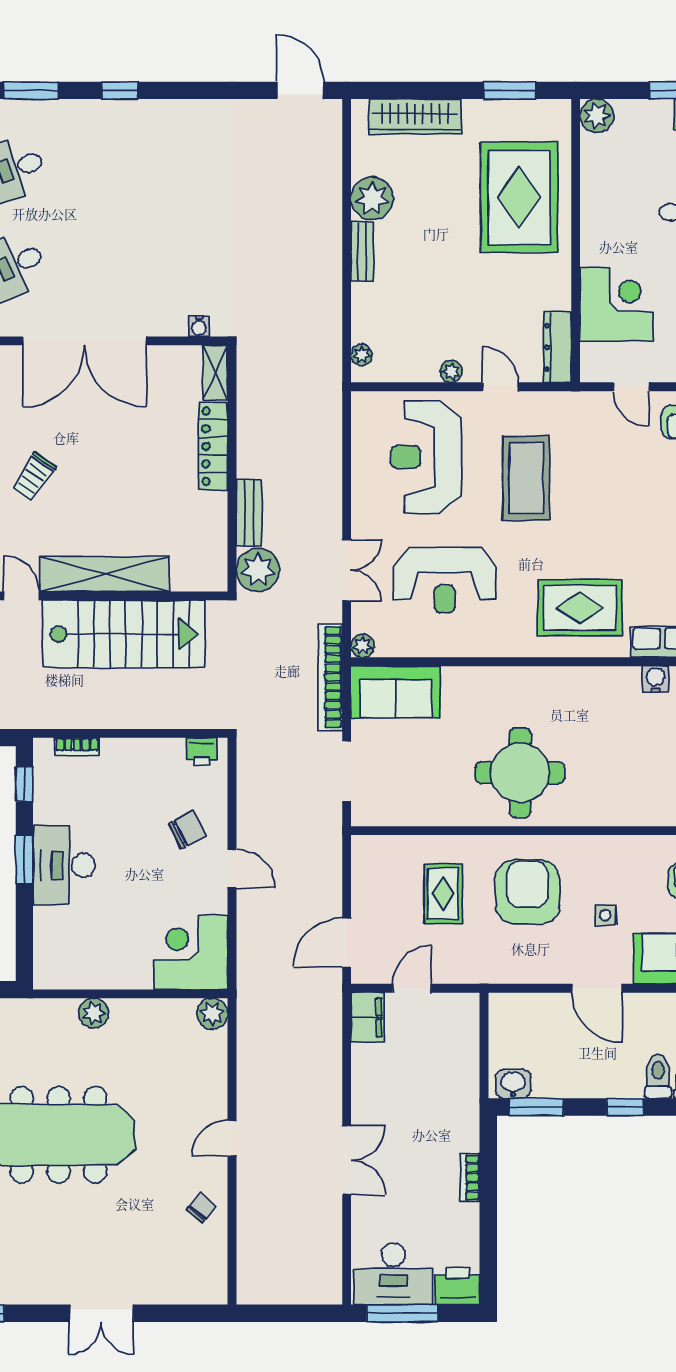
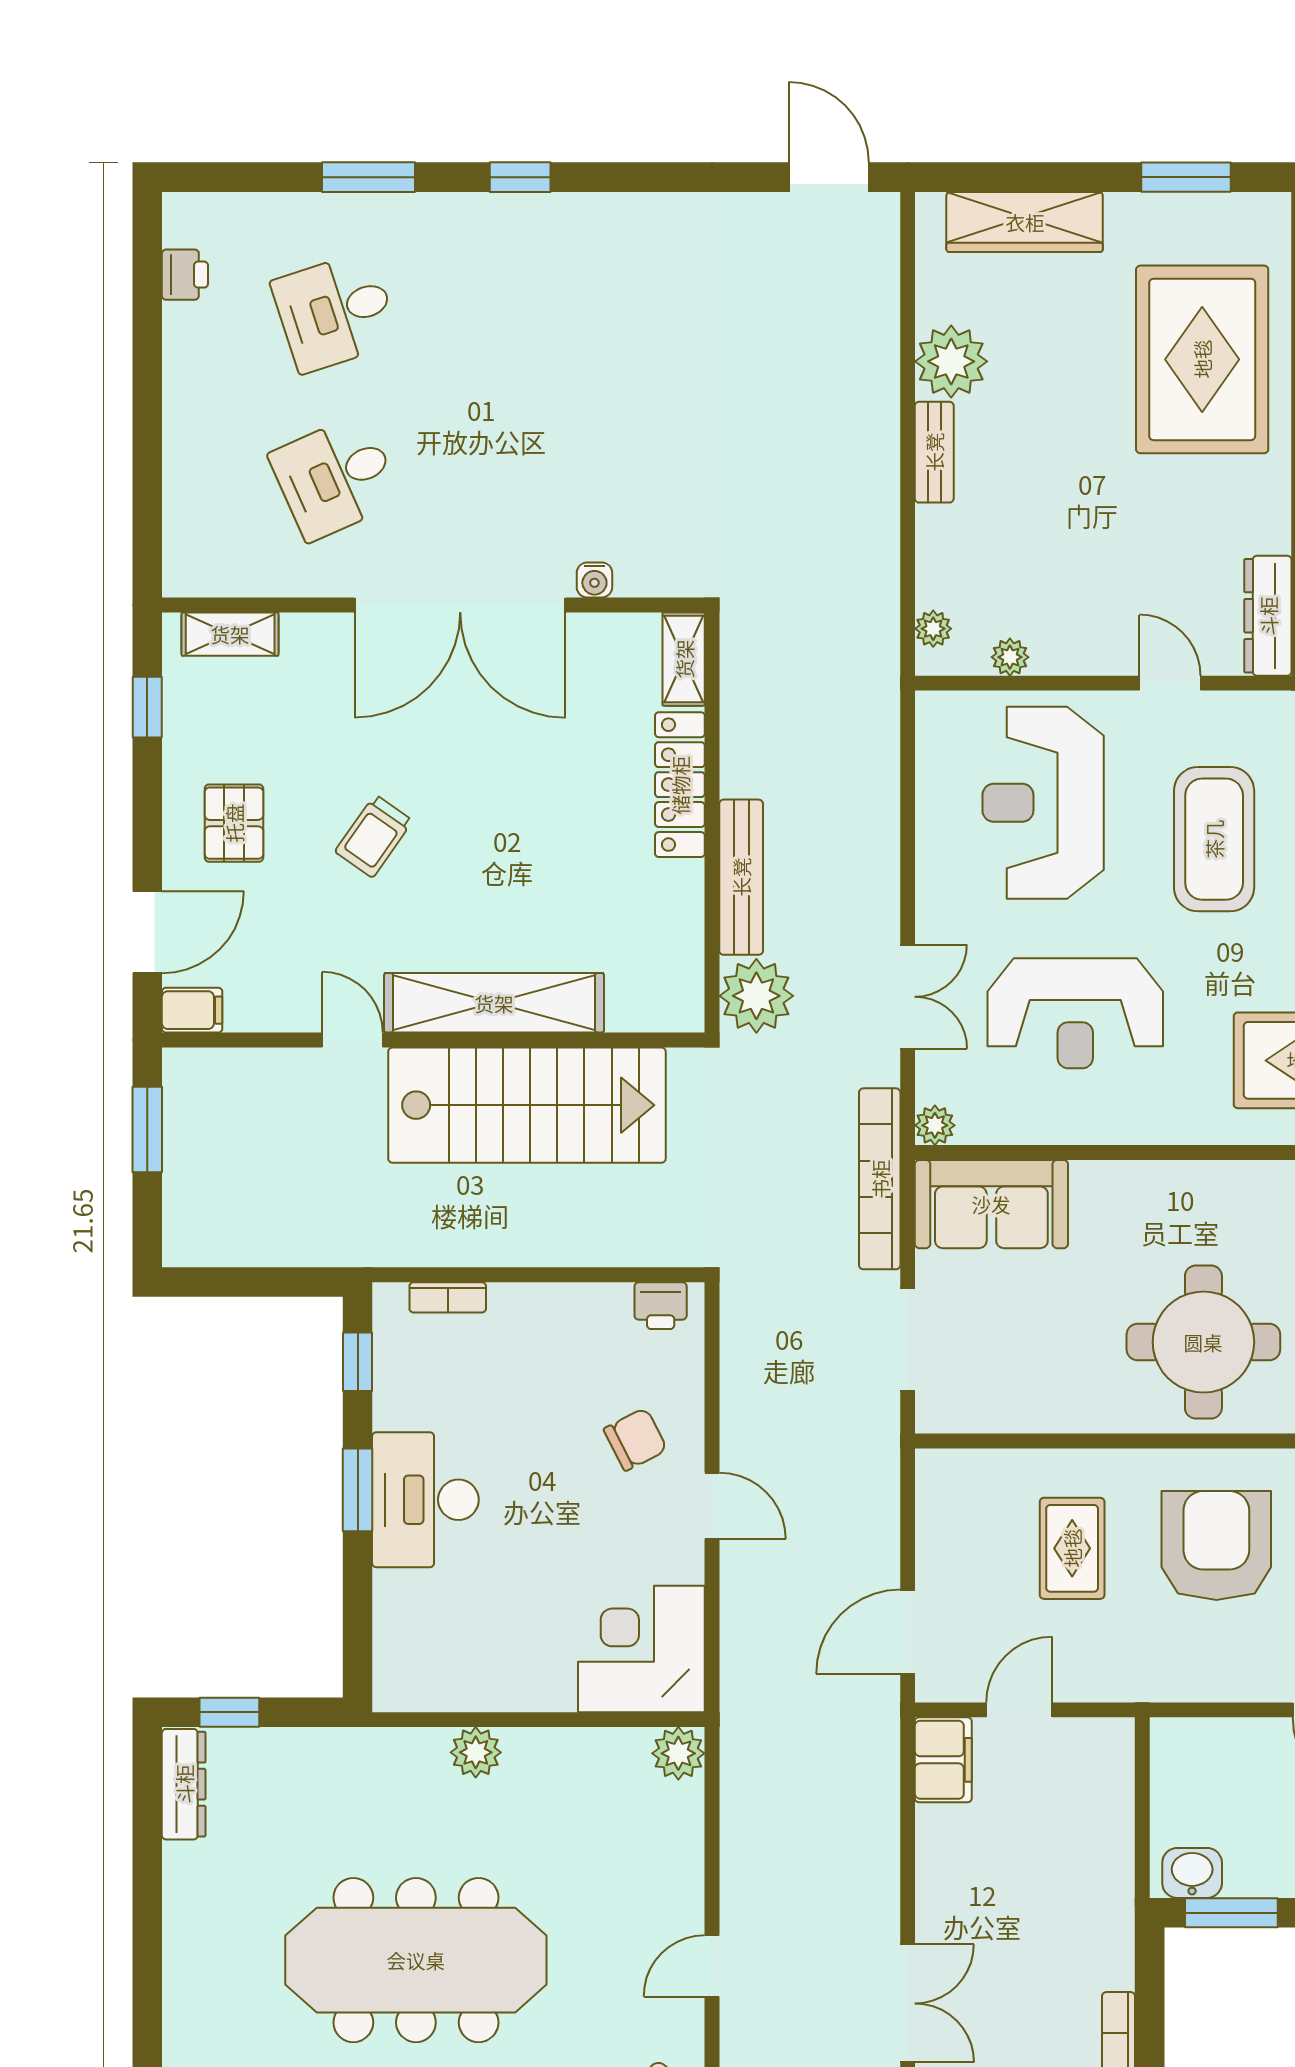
water cooler: (199, 326) -> (594, 580), moved
plant: (451, 372) -> (1010, 657), moved
bench: (249, 513) -> (741, 877), width x1.36

